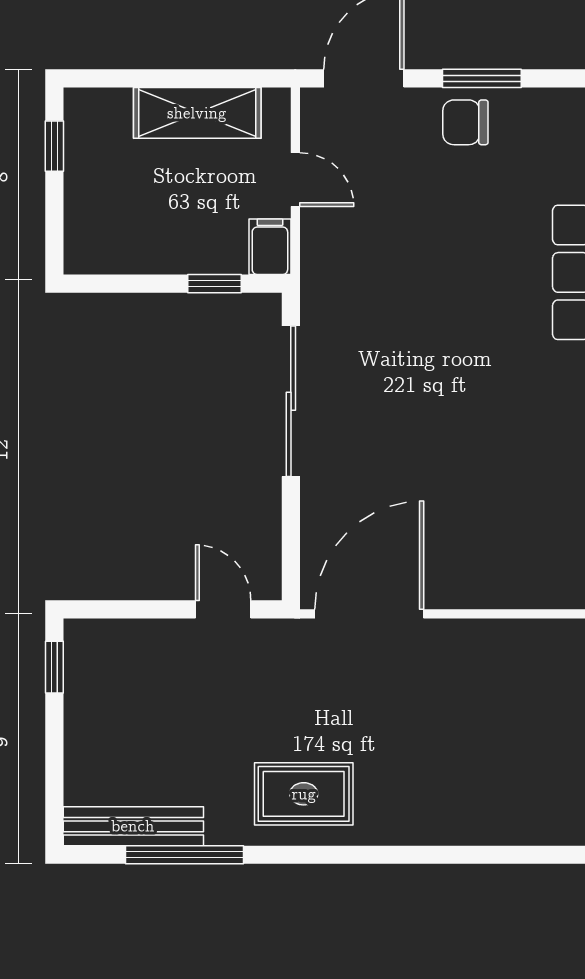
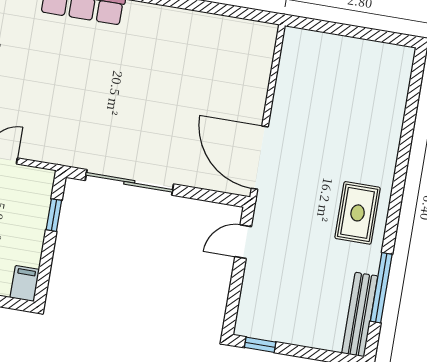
filing cabinet: (270, 247) -> (25, 284), moved, turned 90

